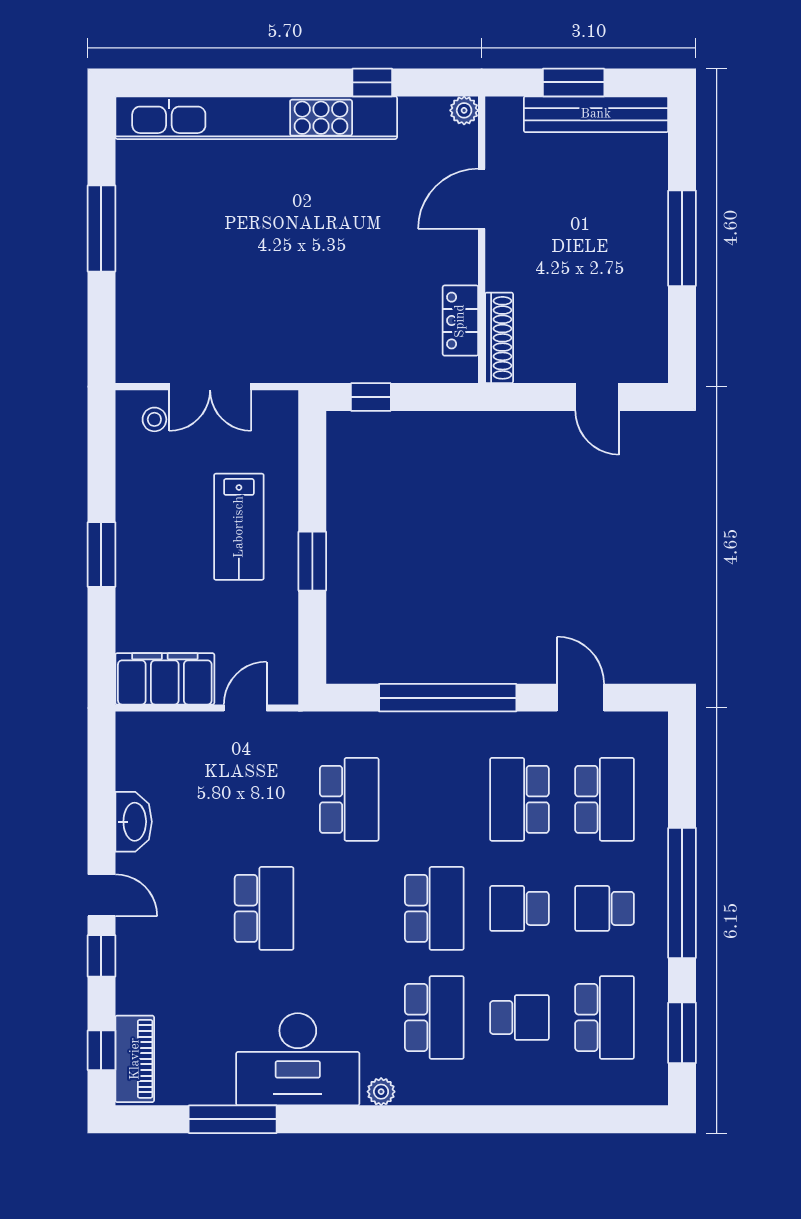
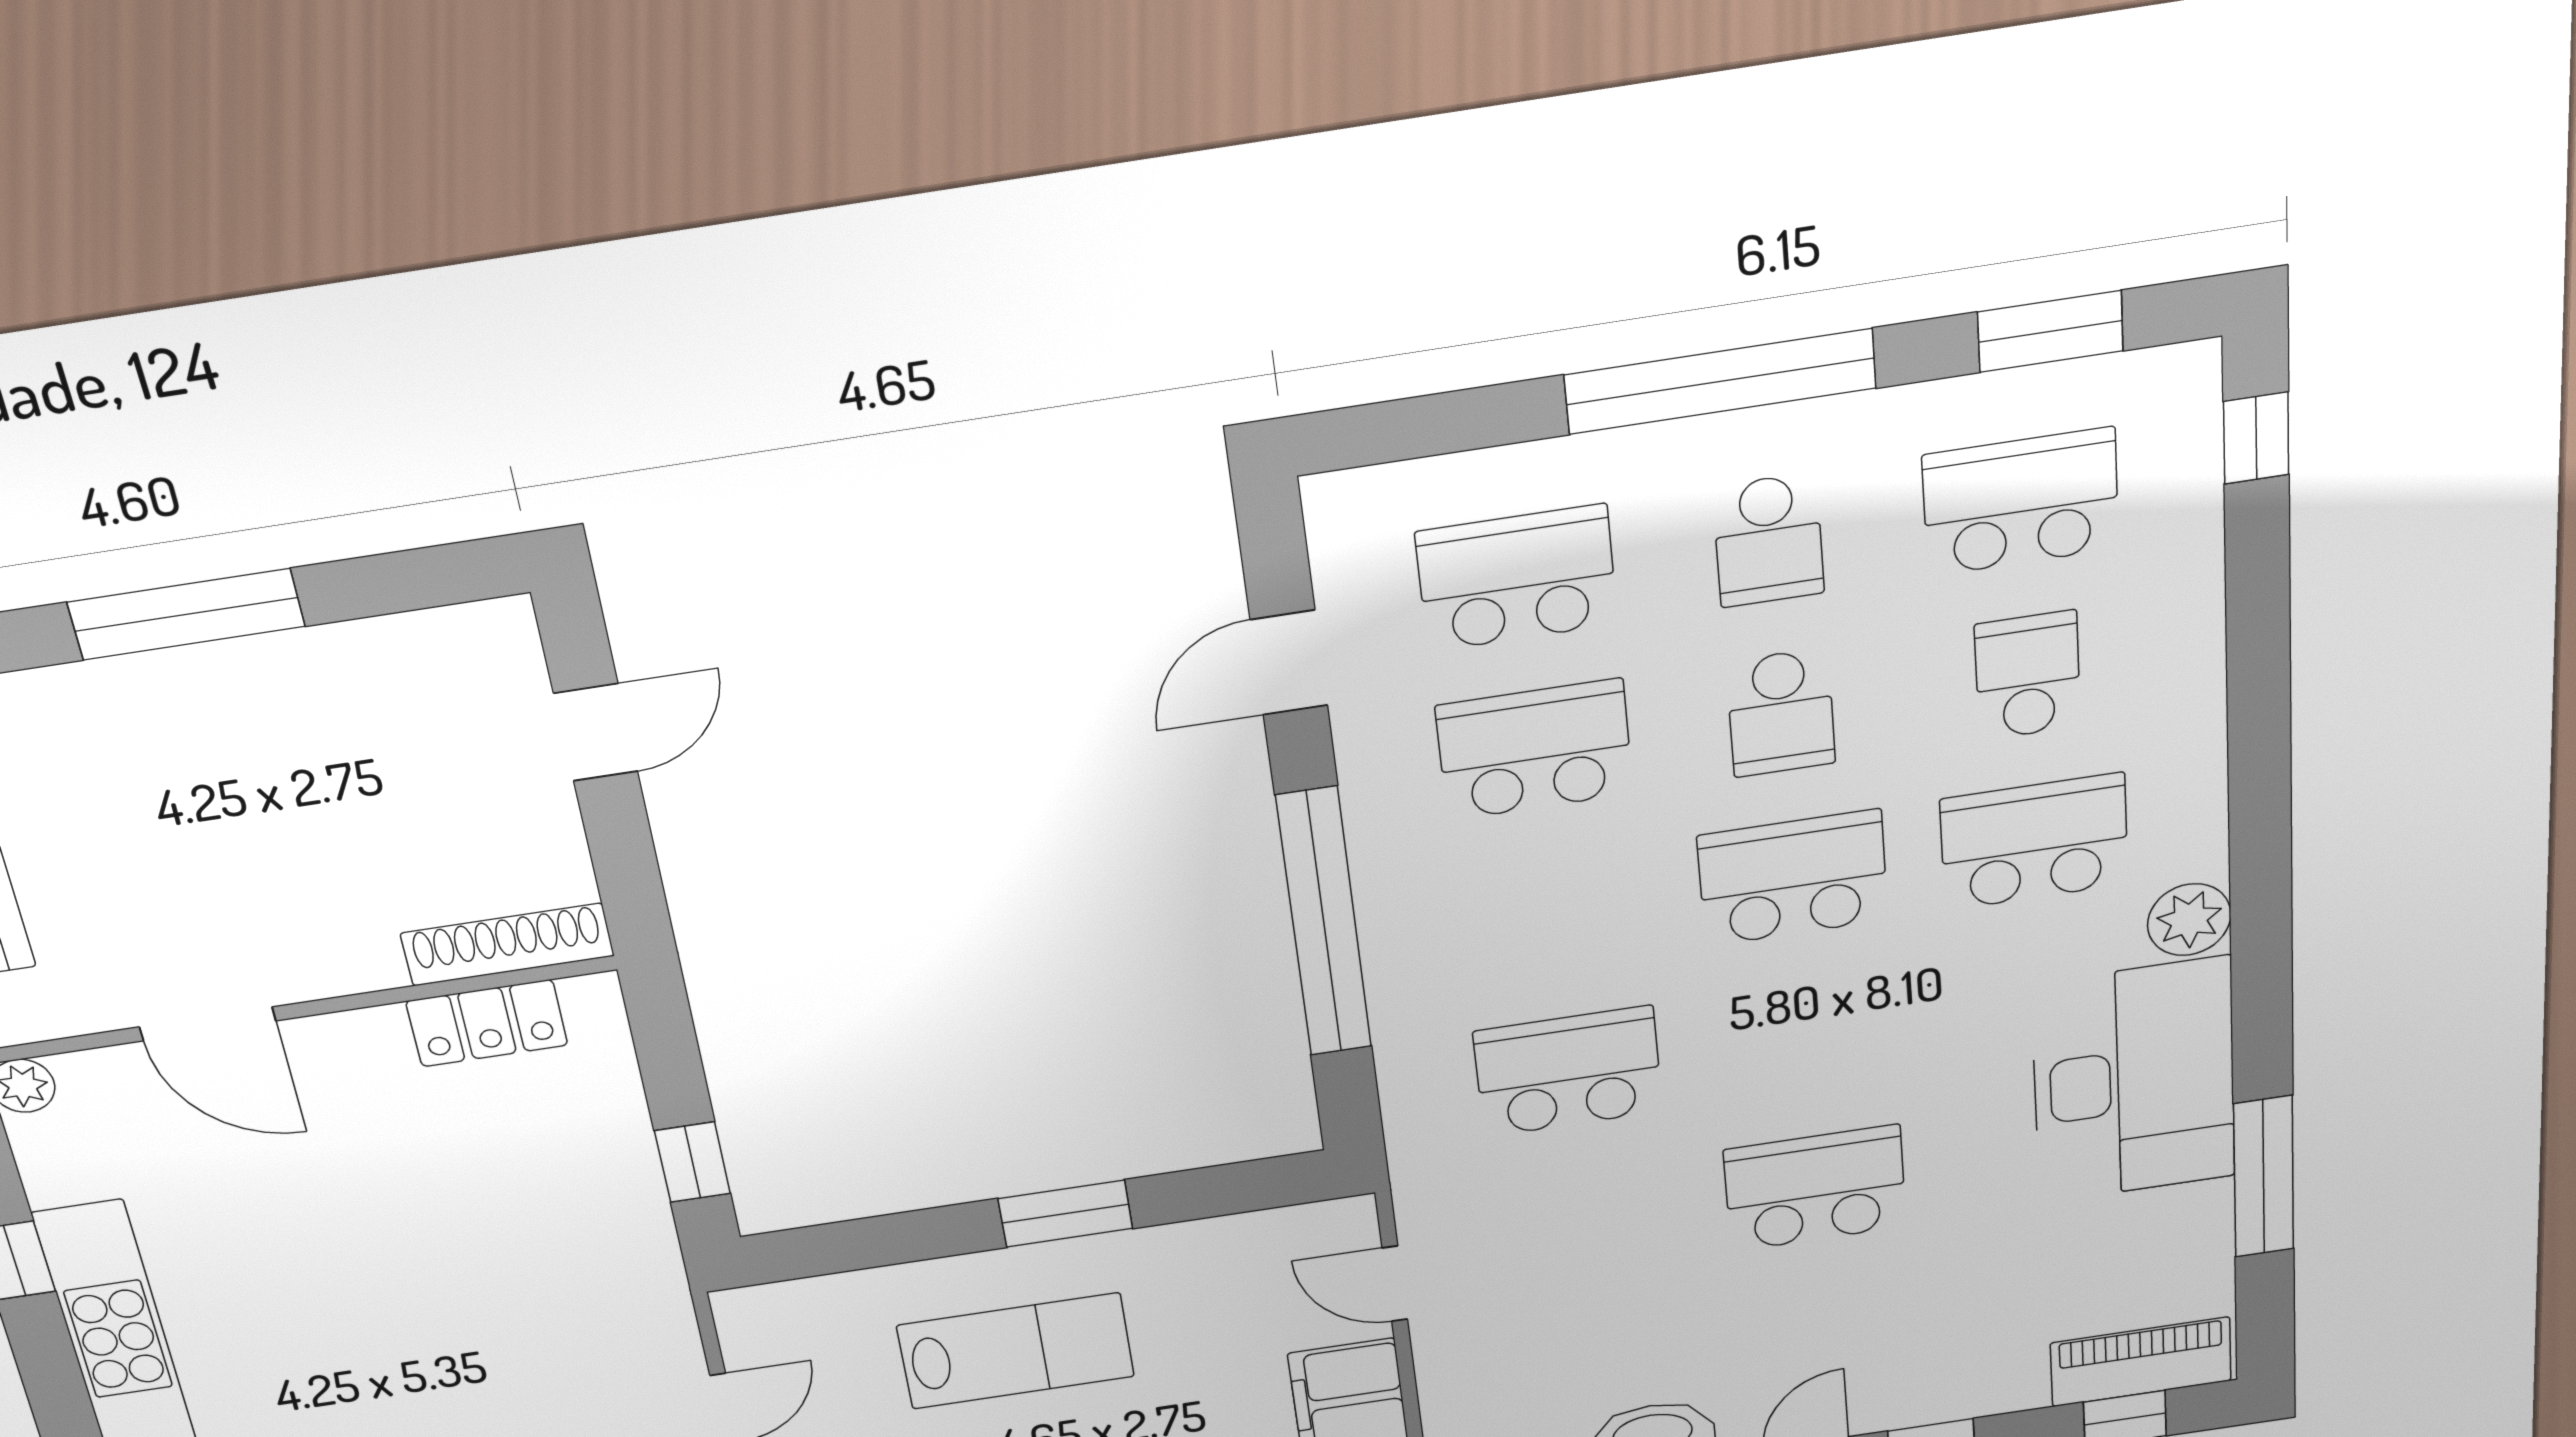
school desk: (519, 799) -> (1535, 750), turned 180
plant: (381, 1092) -> (2189, 920), width x1.38, depth x1.38
window: (618, 1119) -> (2256, 438), added

